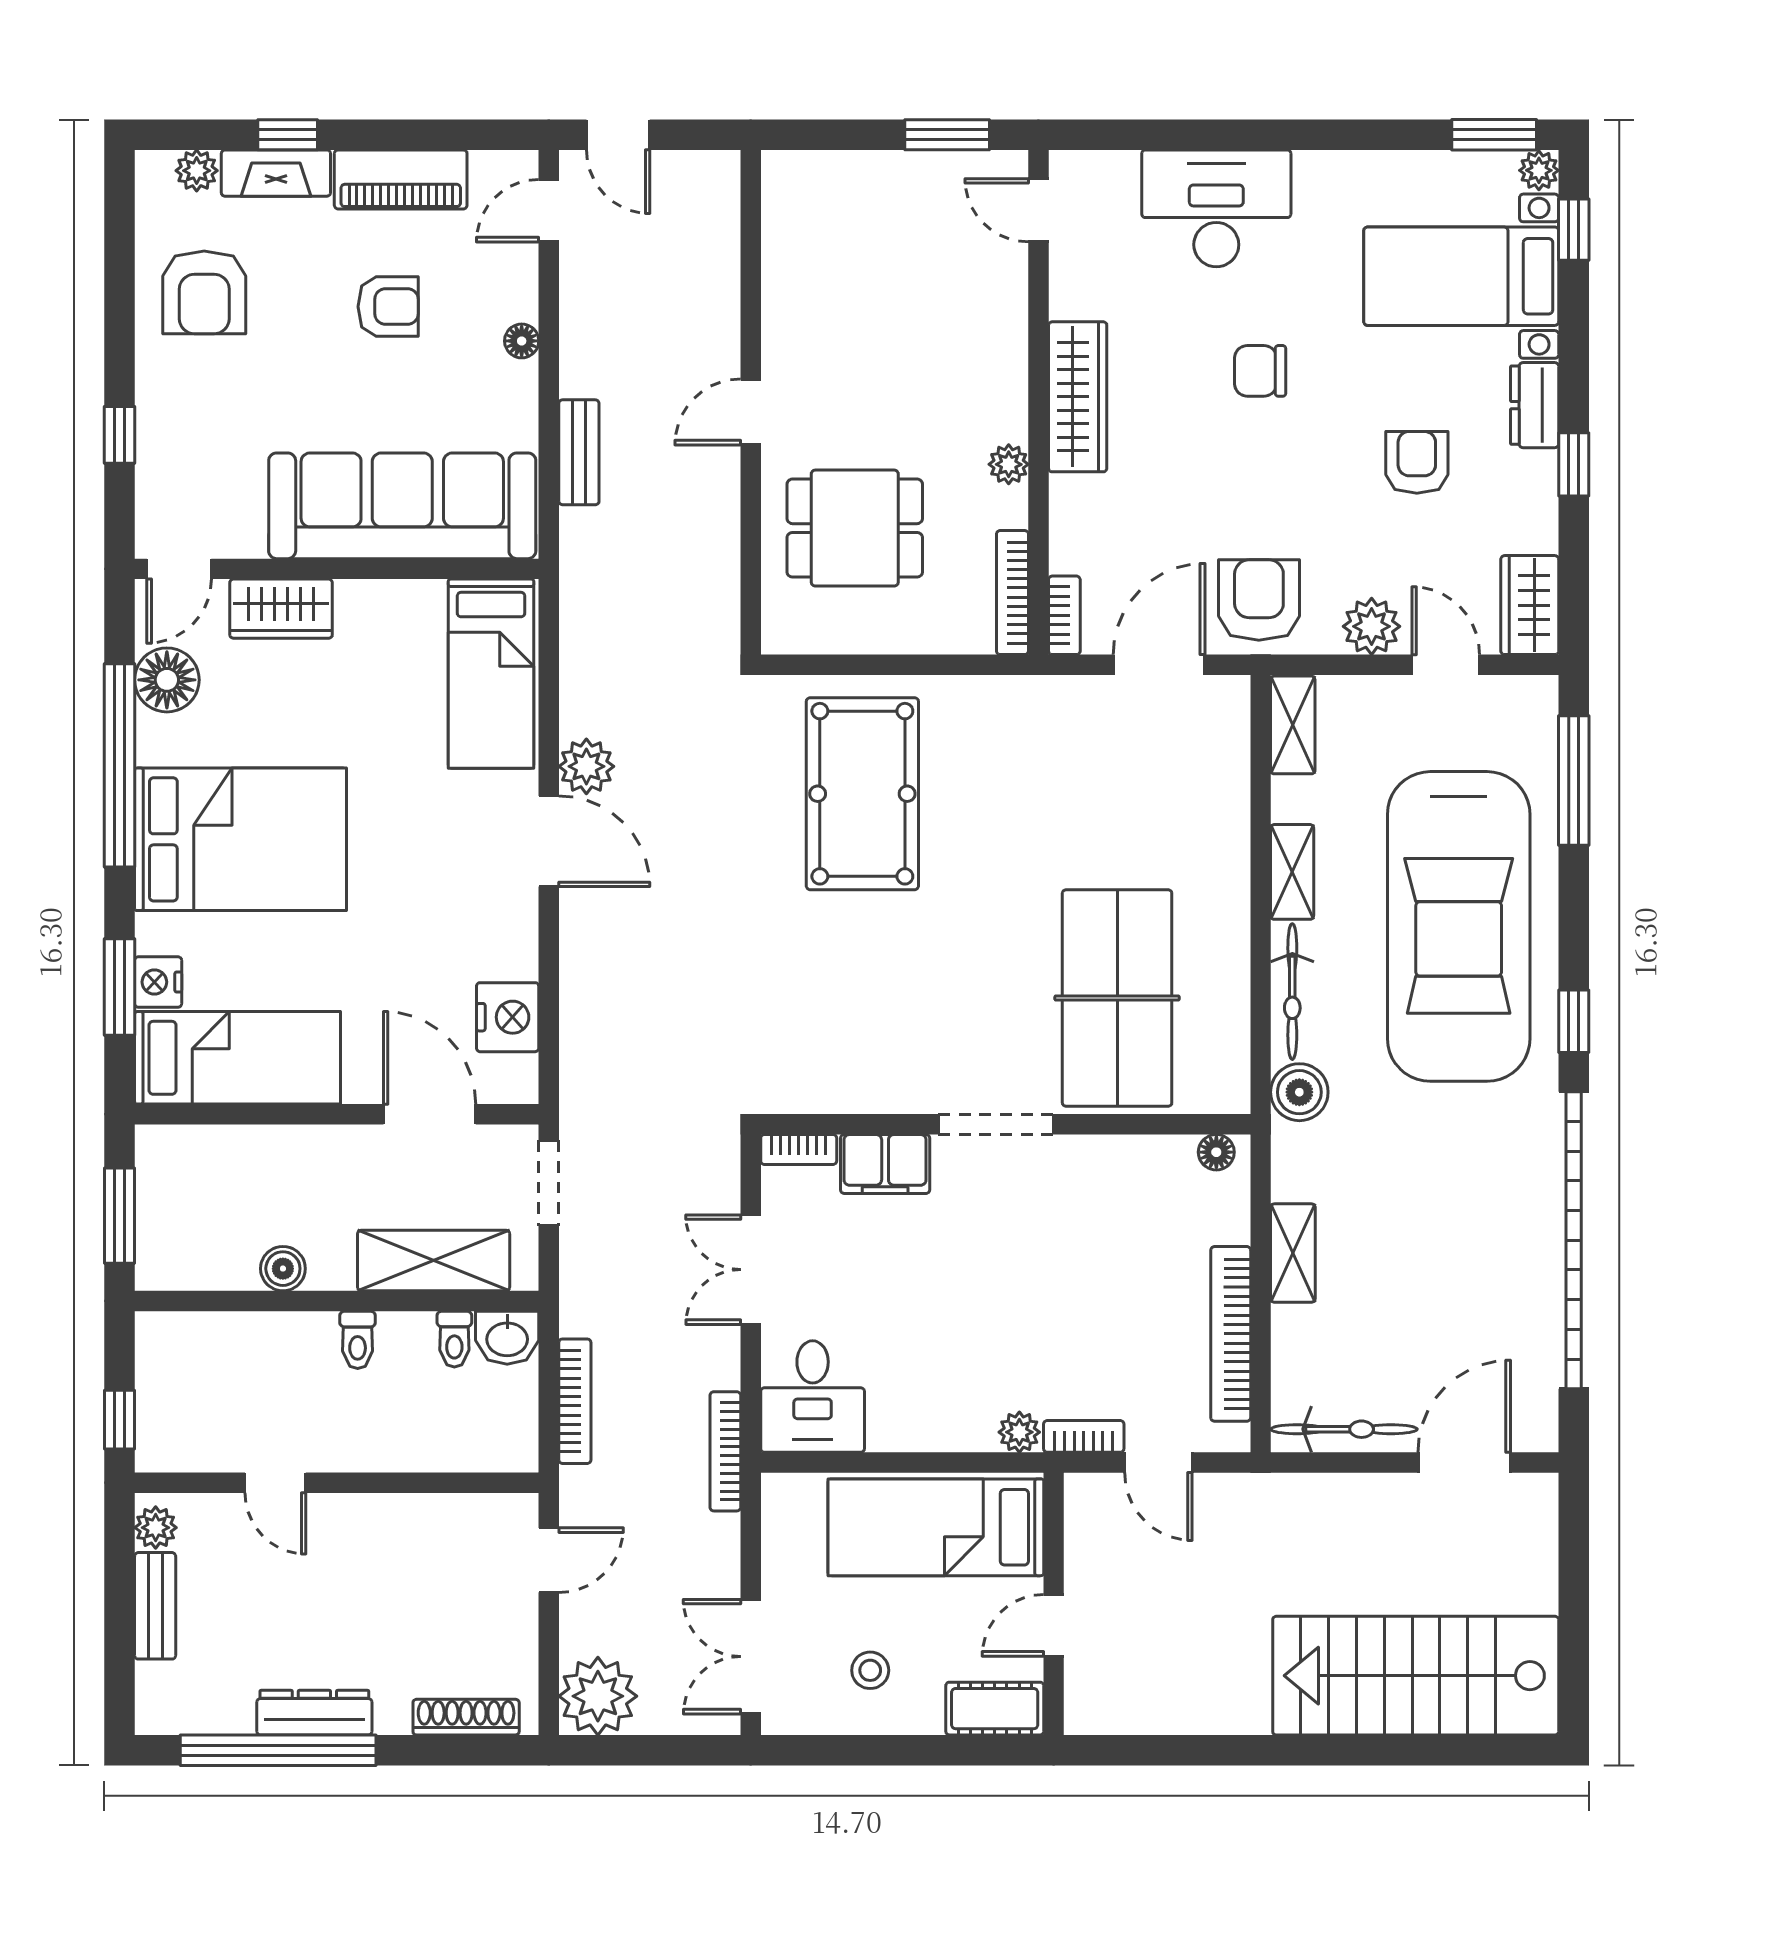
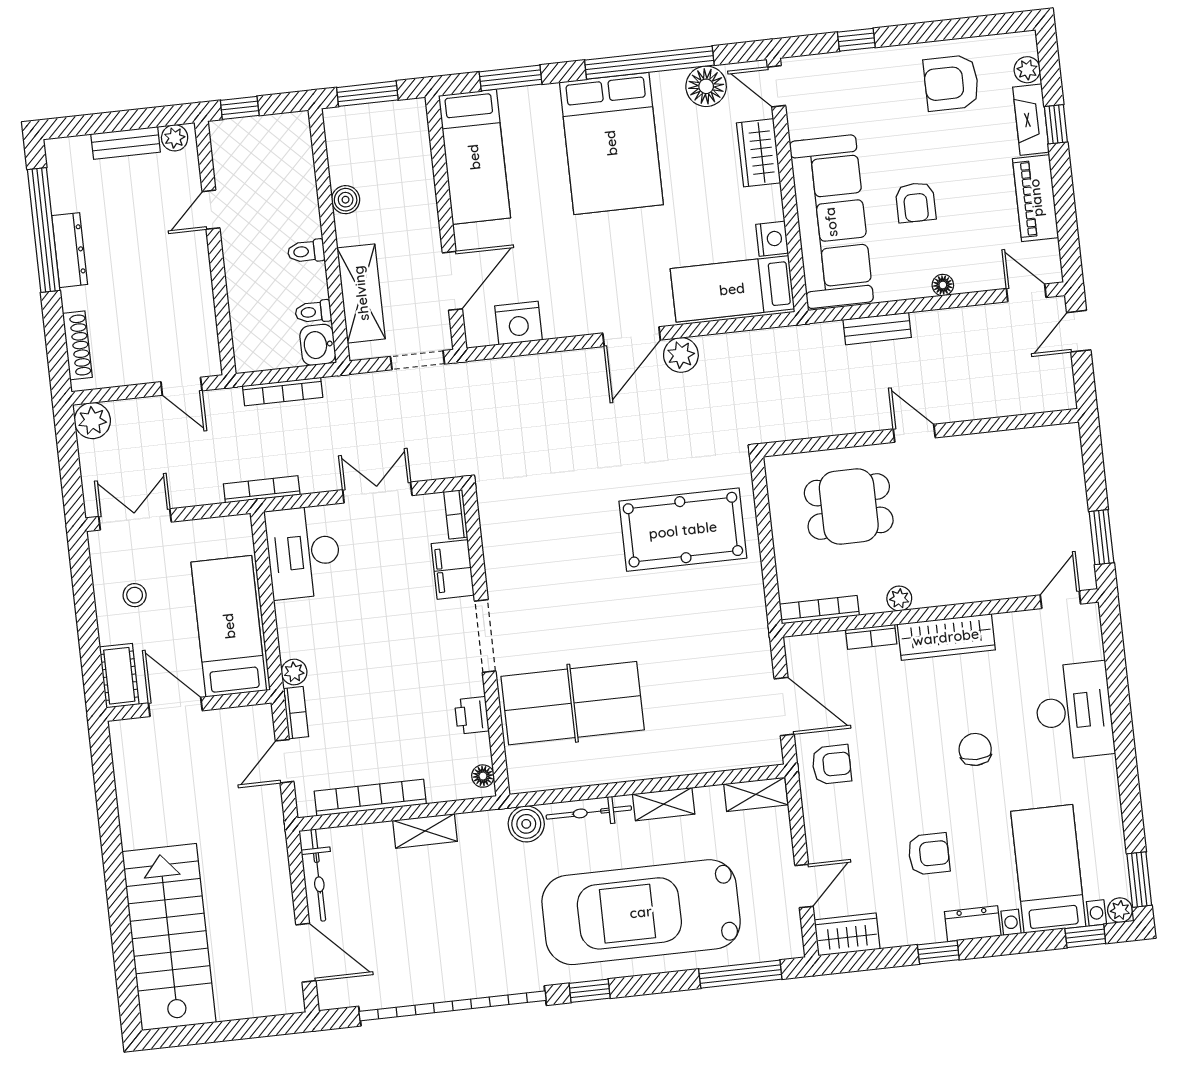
armchair: (388, 307) -> (916, 202), moved
dining table: (855, 528) -> (849, 506), turned 90
armchair: (1259, 600) -> (832, 765), width x0.72, depth x0.72
bookcase: (1064, 615) -> (871, 637), moved
plant: (1372, 626) -> (823, 837), removed
nightstand: (158, 982) -> (772, 239), moved, turned 90
printer: (1119, 1159) -> (472, 715), added
desk: (813, 1397) -> (303, 552), width x1.37
door: (1054, 1625) -> (175, 707), width x1.38
plant: (598, 1696) -> (92, 421), width x0.73, depth x0.73

